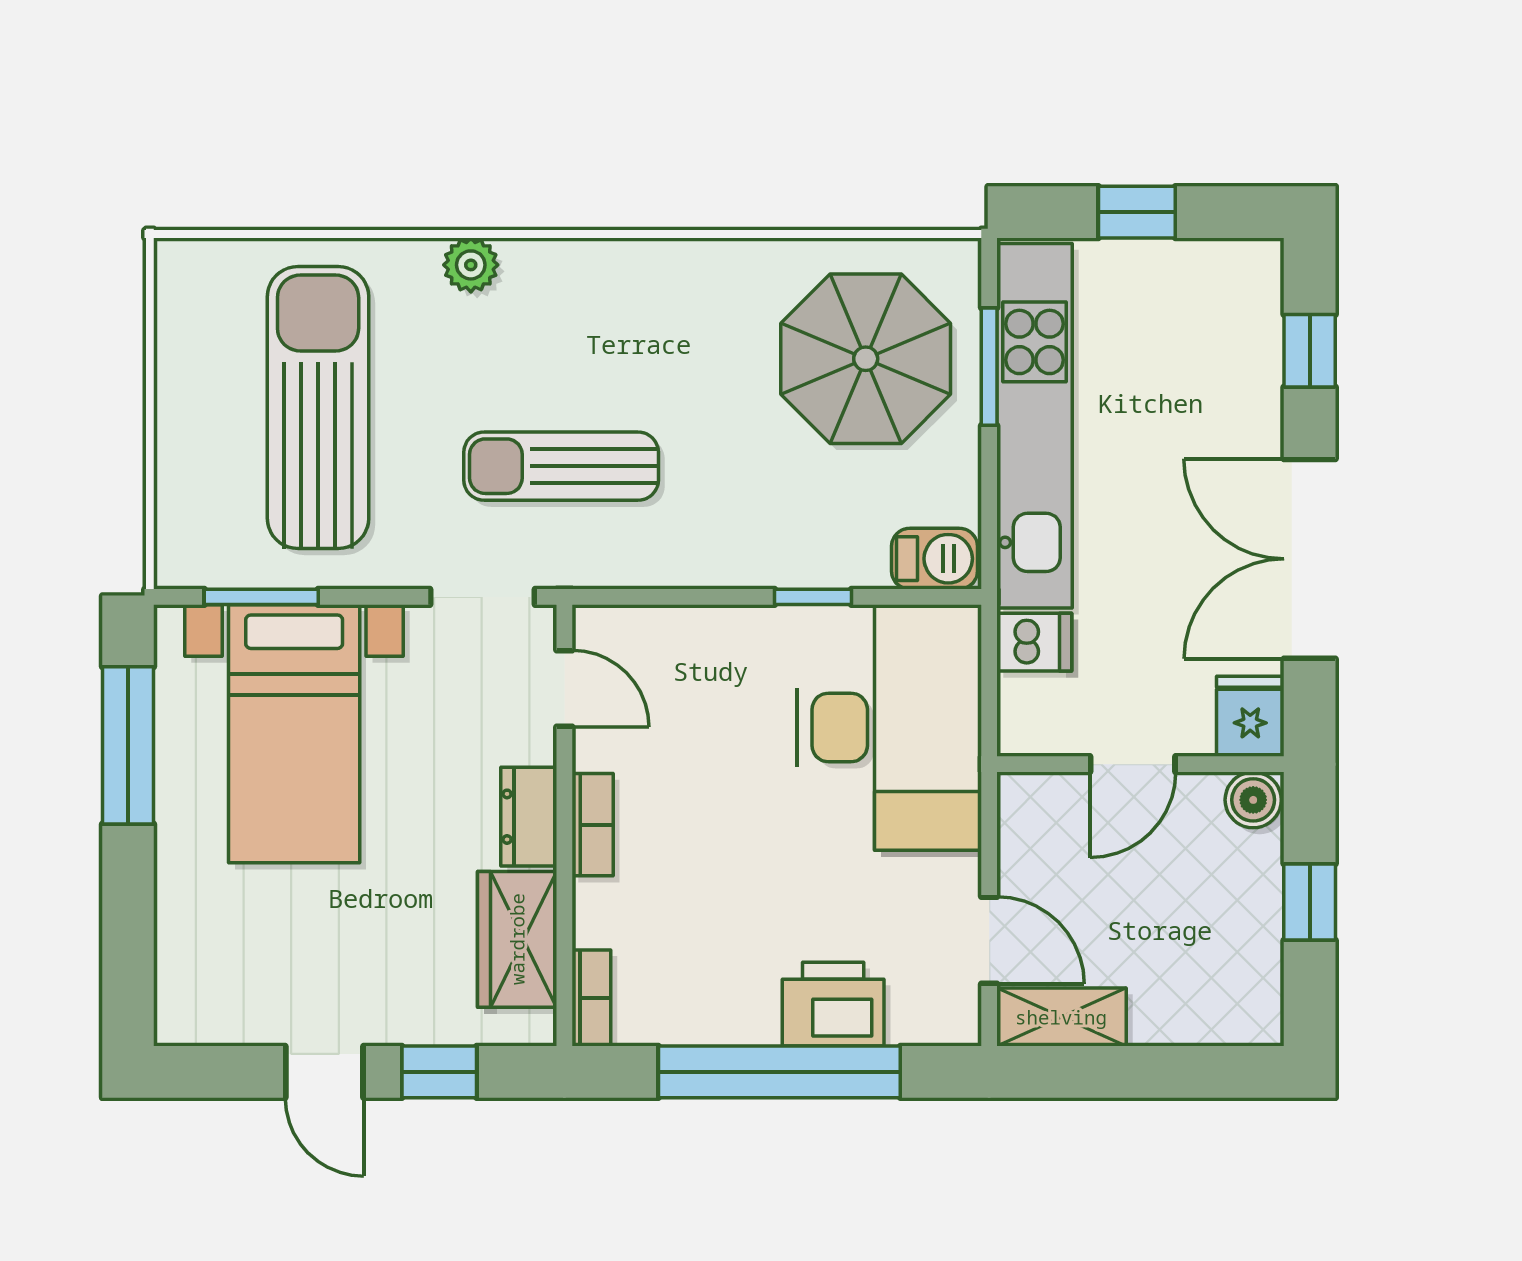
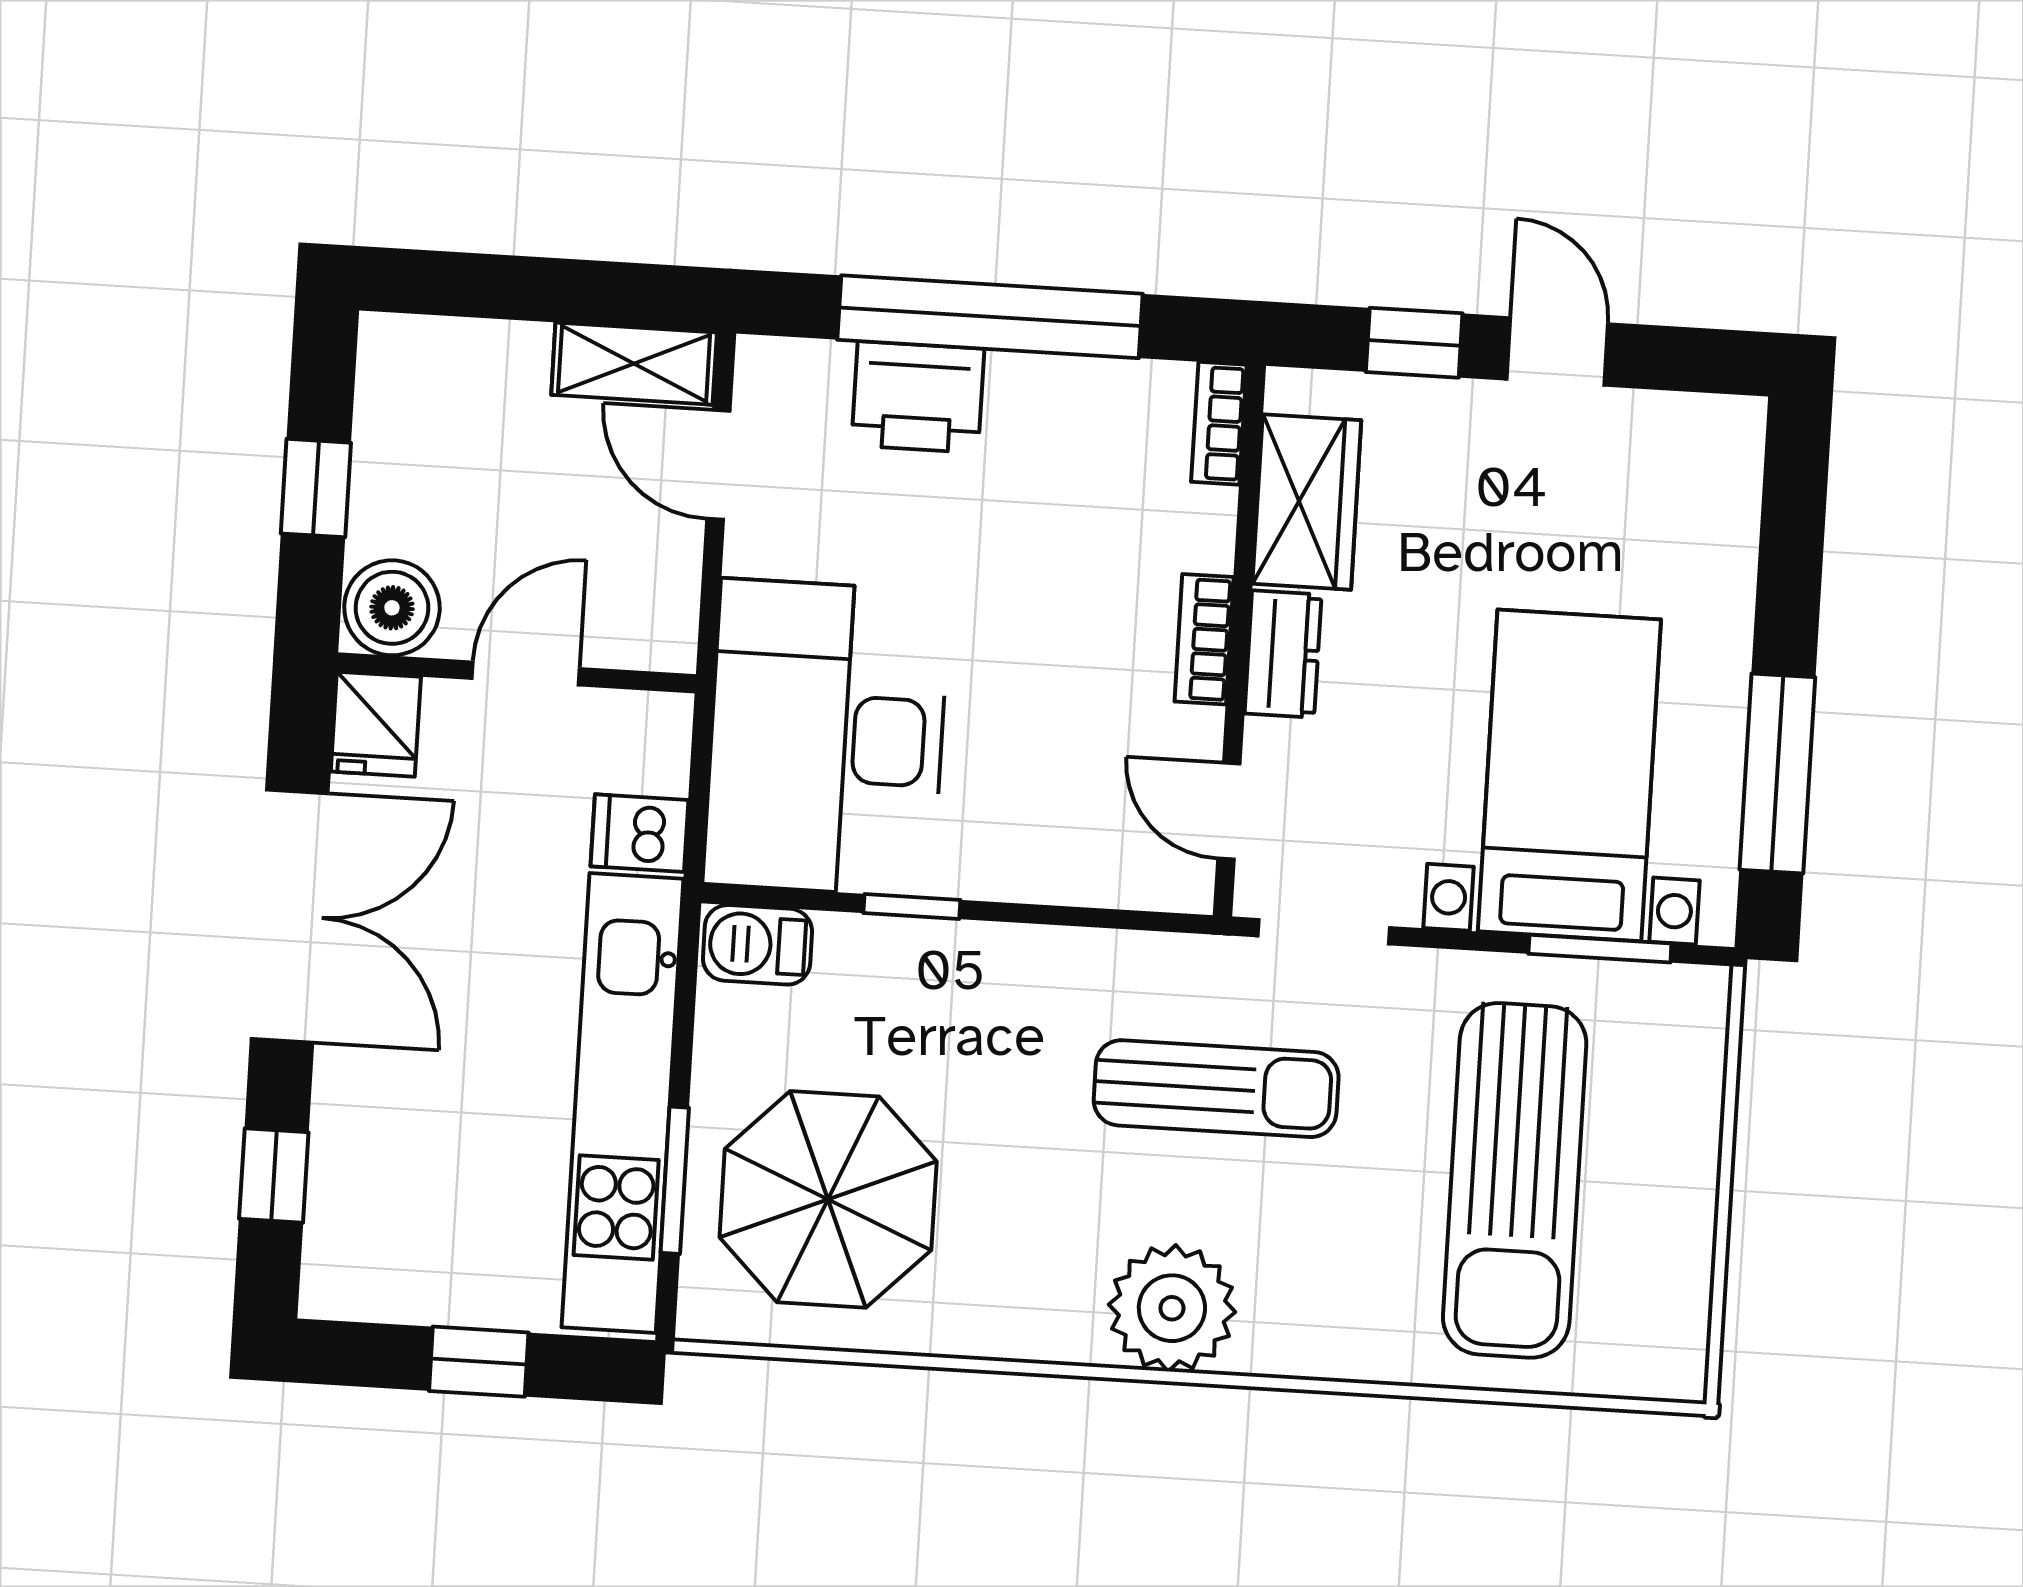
plant: (471, 265) -> (1172, 1308), moved, width x1.87, depth x1.87
boiler: (1253, 800) -> (392, 608), width x1.36, depth x1.36

